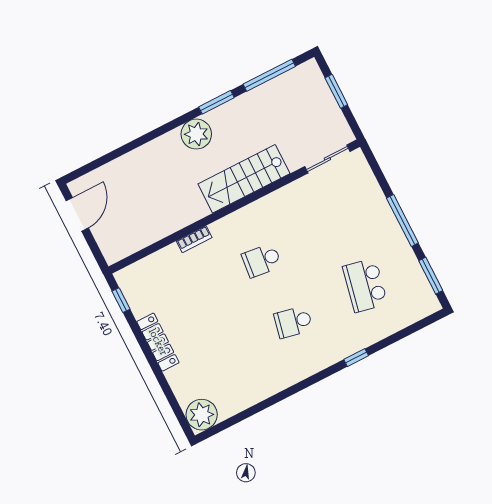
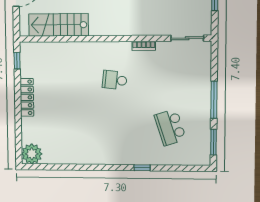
stairs: (244, 179) -> (59, 25), moved
bookcase: (194, 239) -> (144, 46), moved
school desk: (365, 285) -> (170, 127), turned -30
school desk: (293, 322) -> (115, 127), removed

